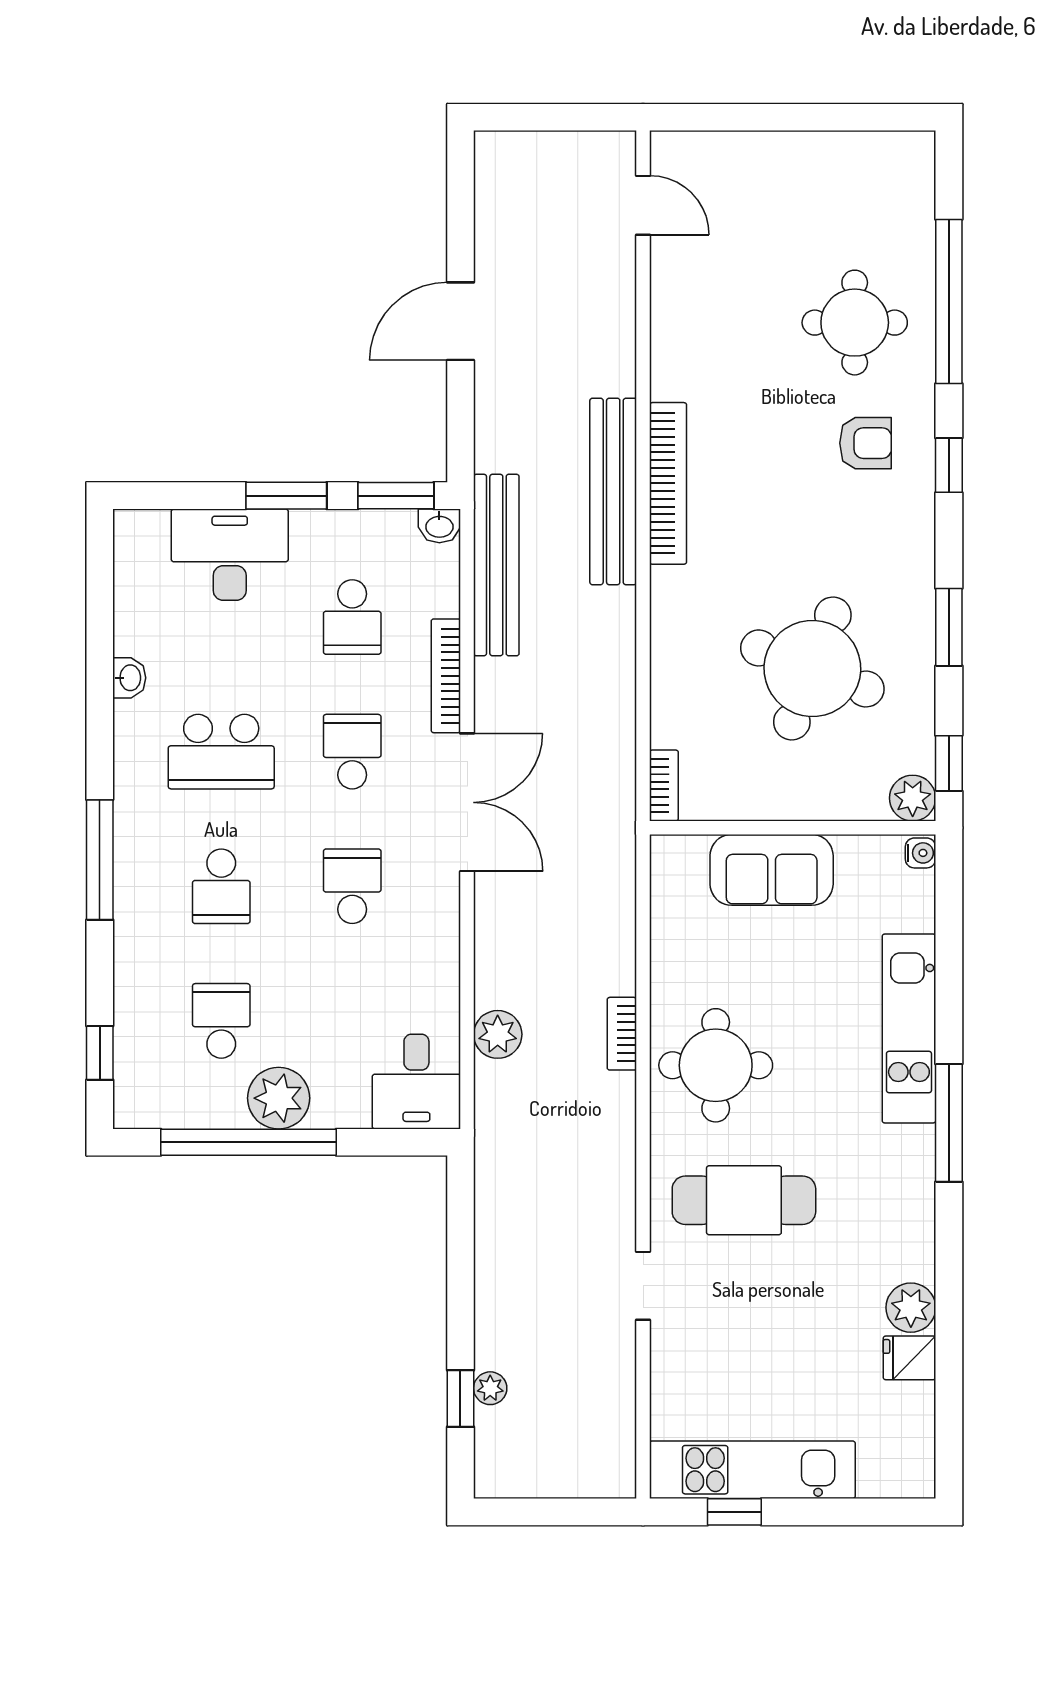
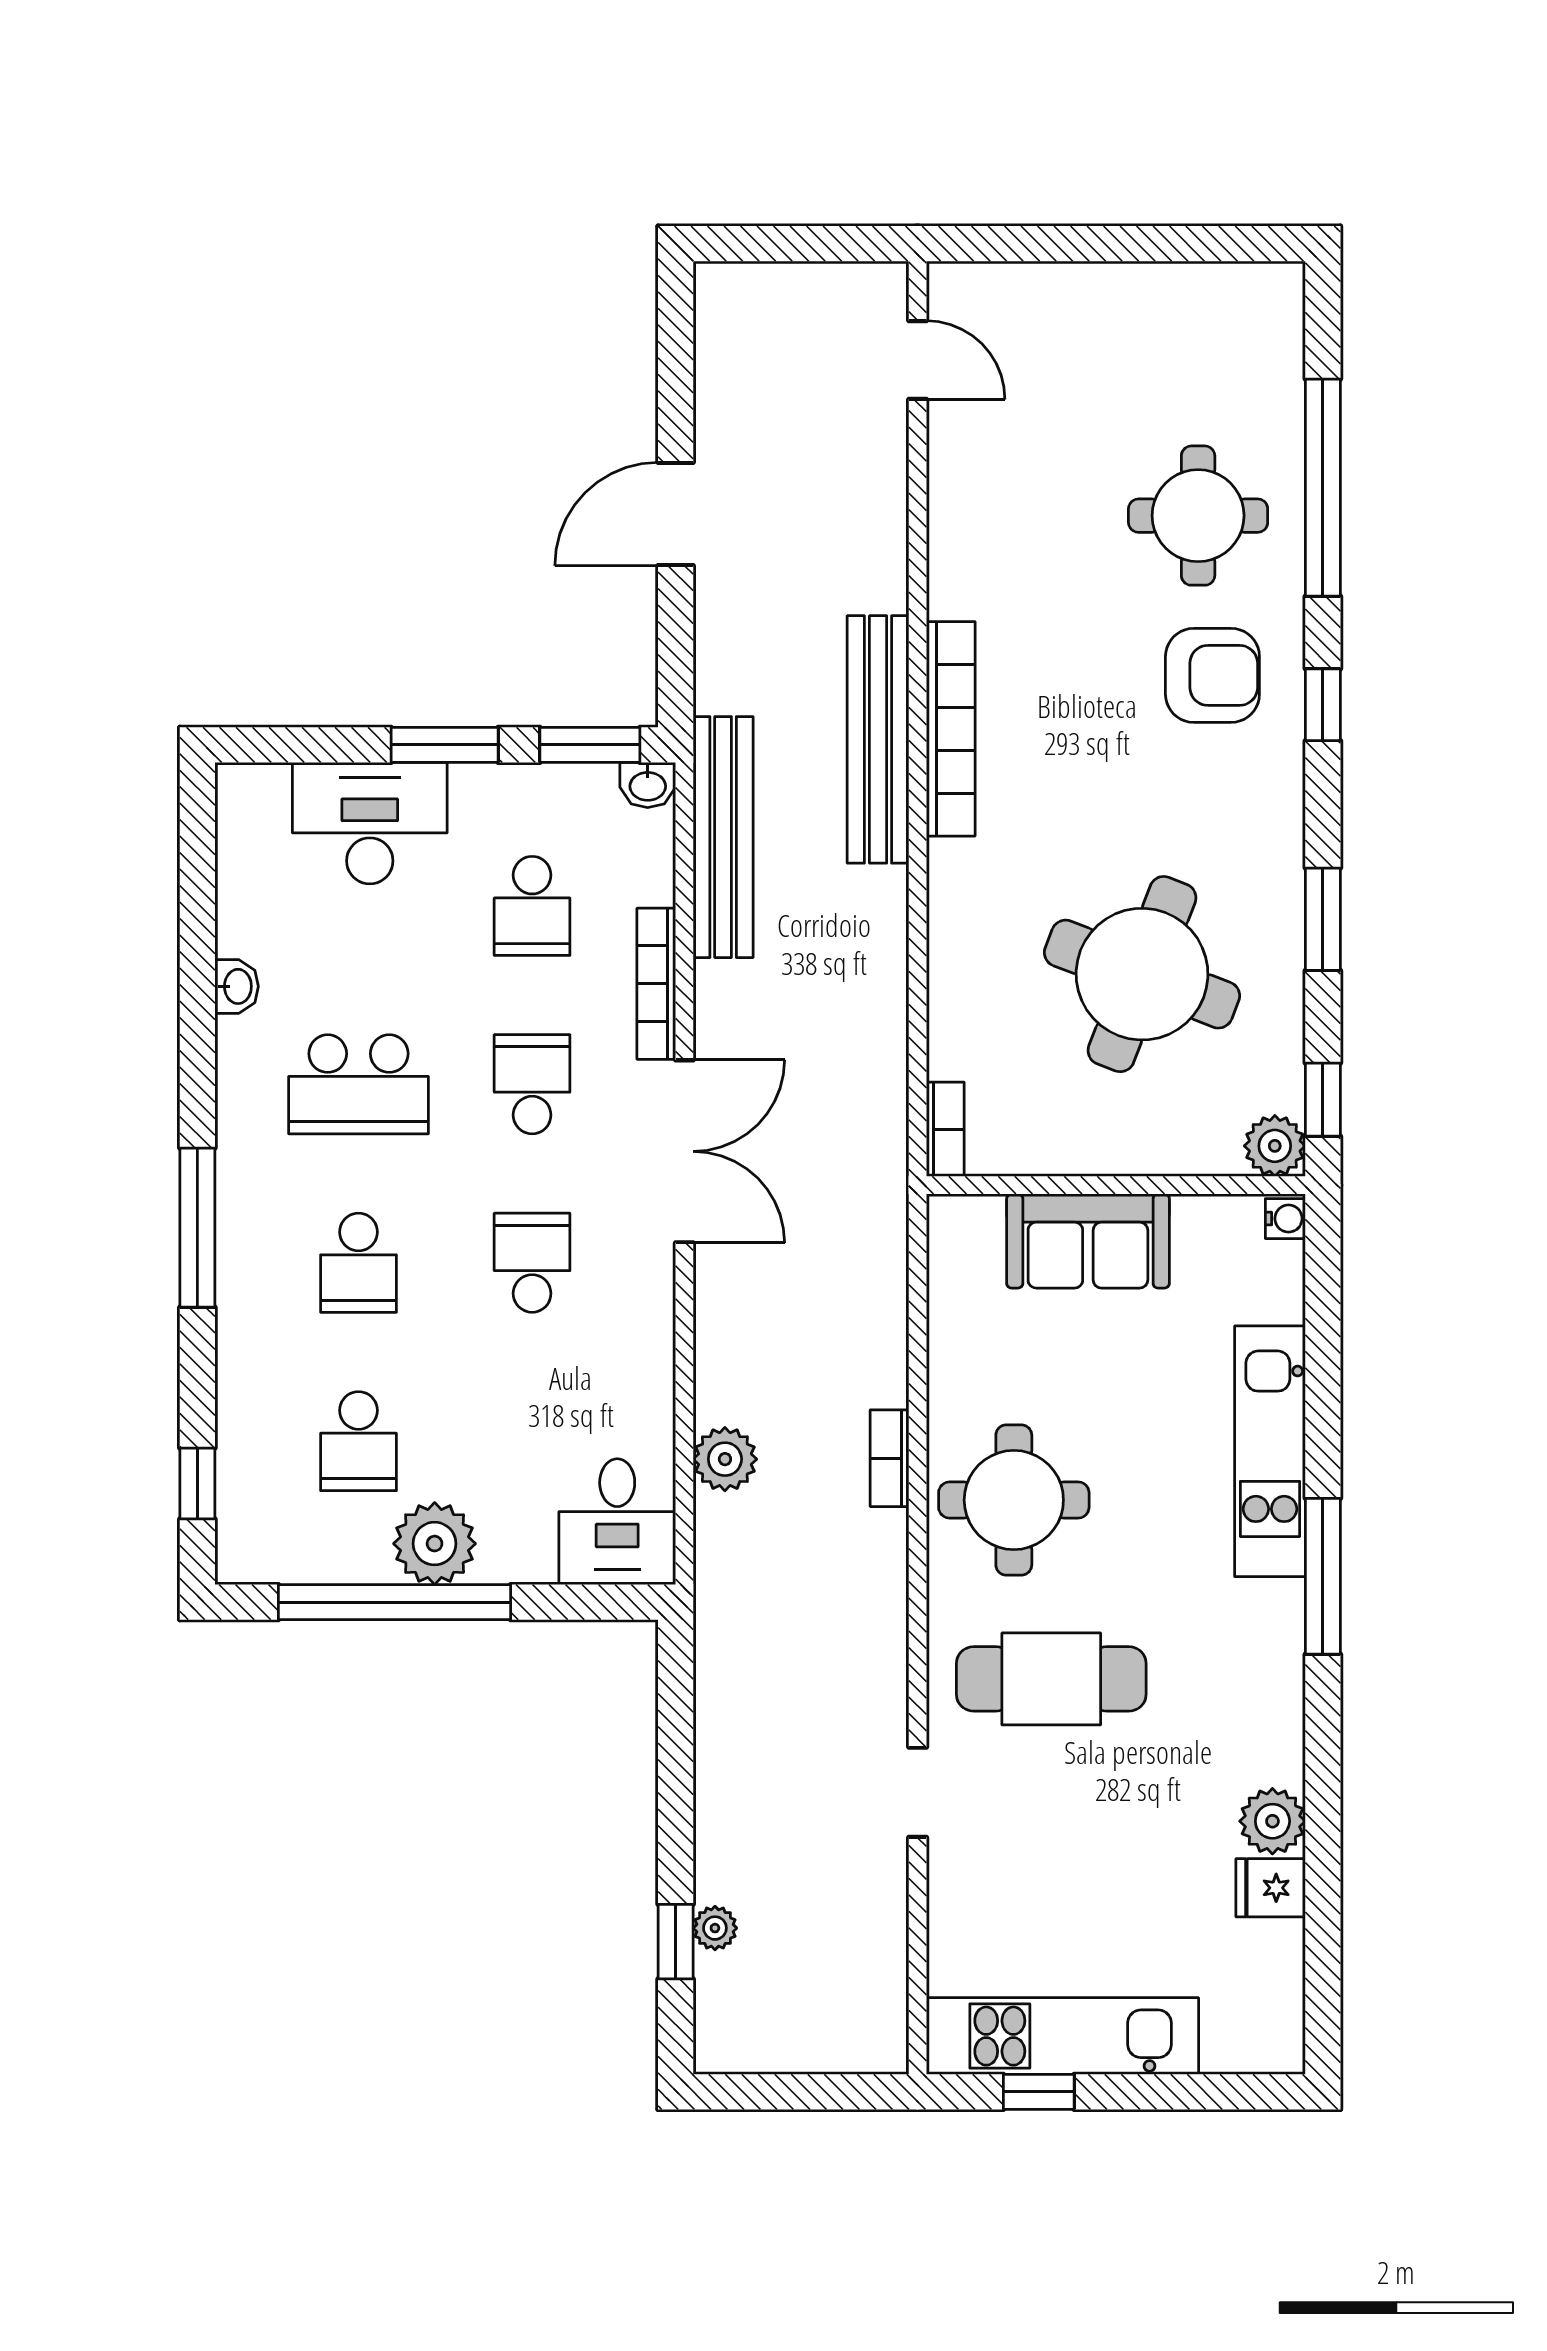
armchair: (866, 443) -> (1212, 675), width x1.38, depth x1.38
school desk: (221, 1021) -> (358, 1441), turned 180

